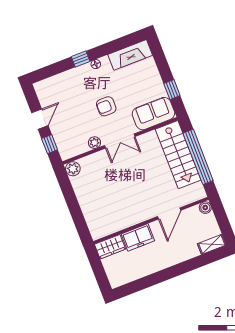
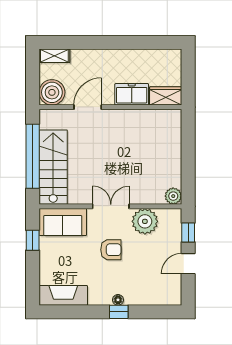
floor lamp: (96, 64) -> (118, 300), moved
plant: (94, 143) -> (145, 221), width x1.87, depth x1.87
boiler: (205, 208) -> (52, 92), width x1.86, depth x1.86

